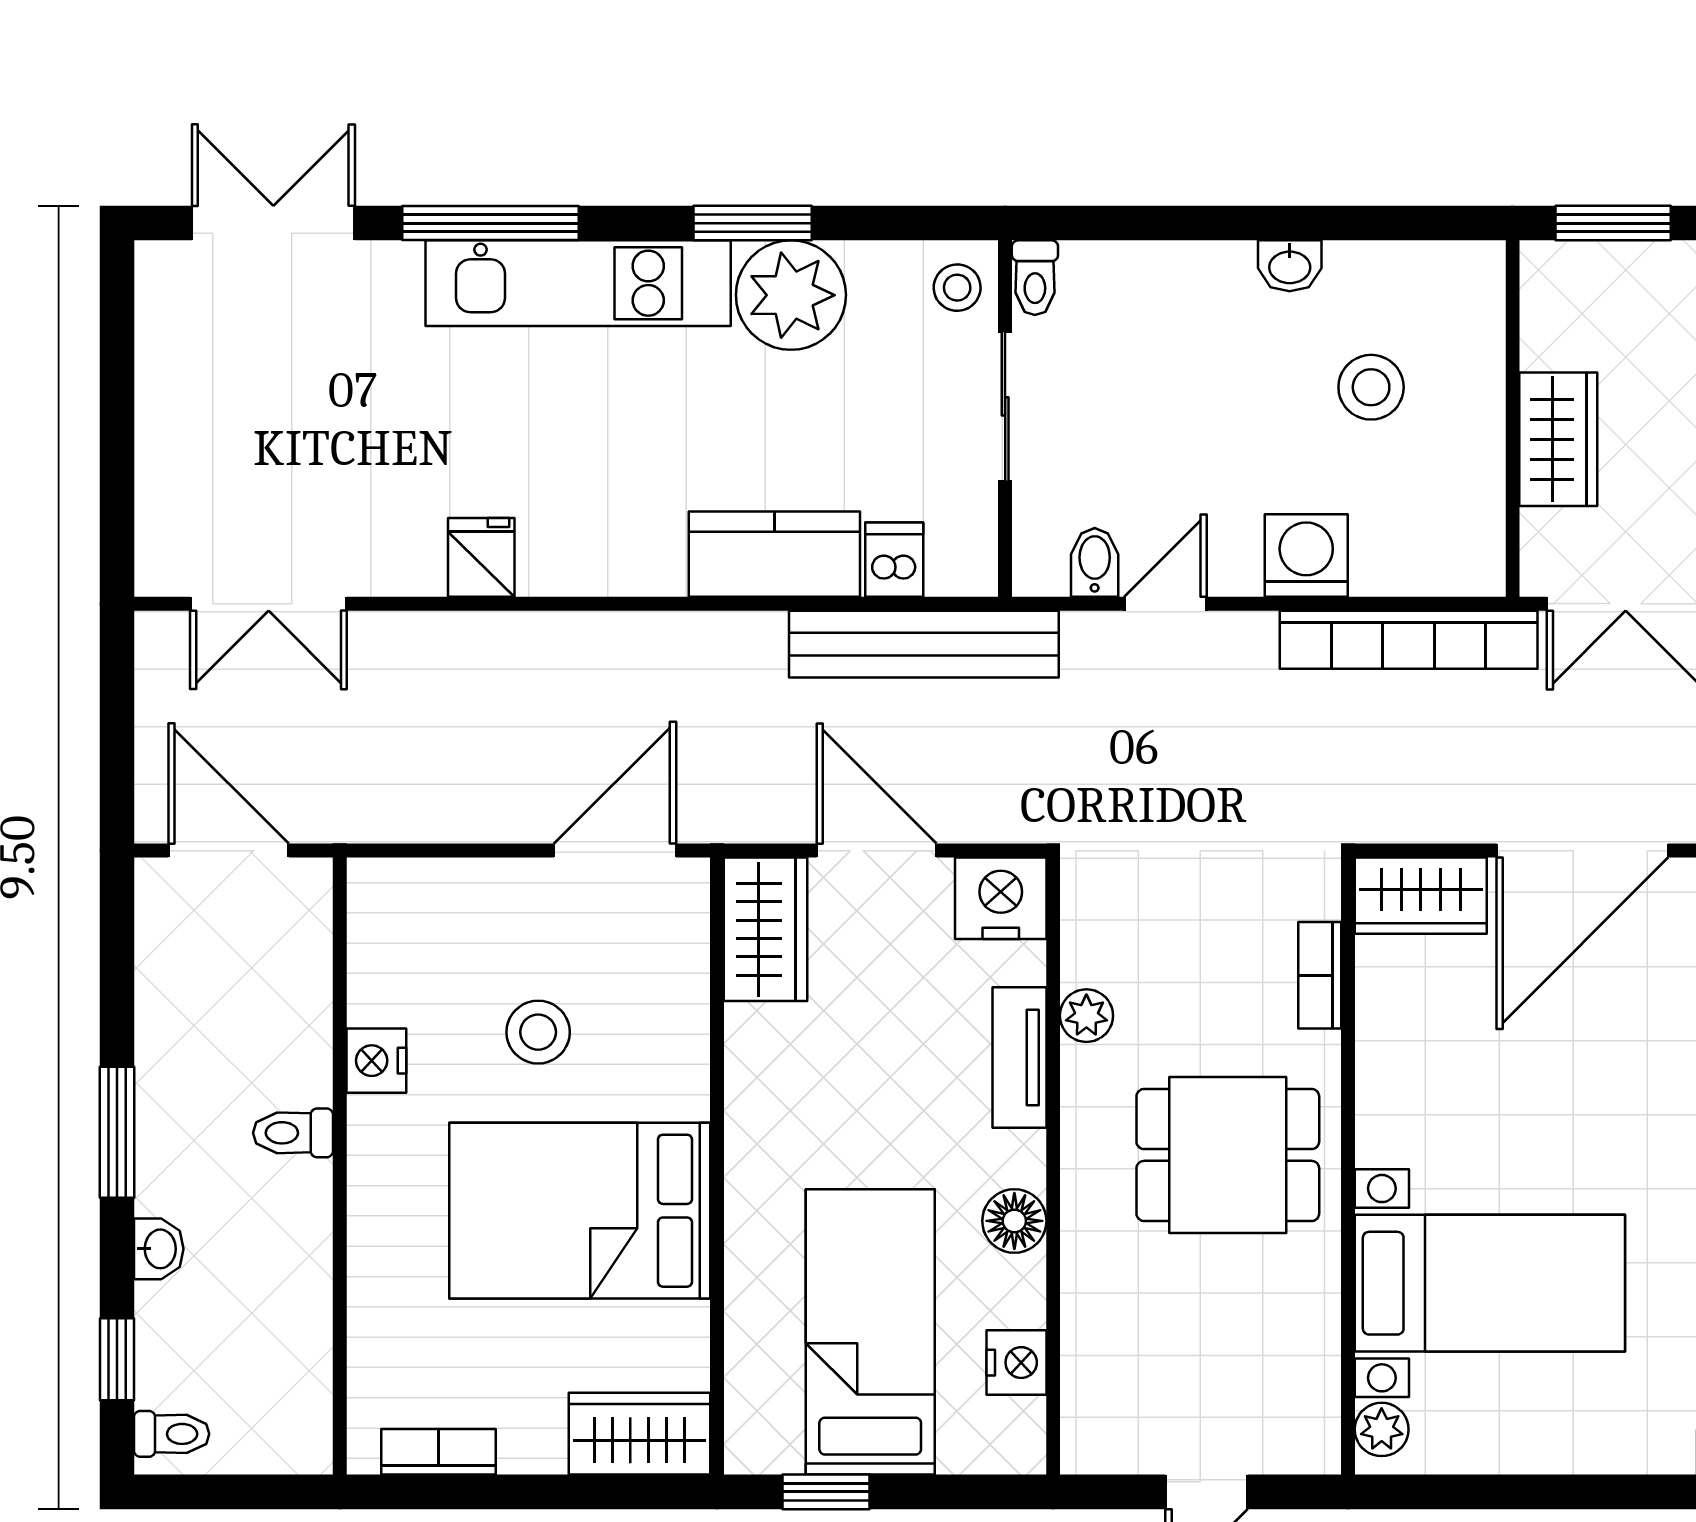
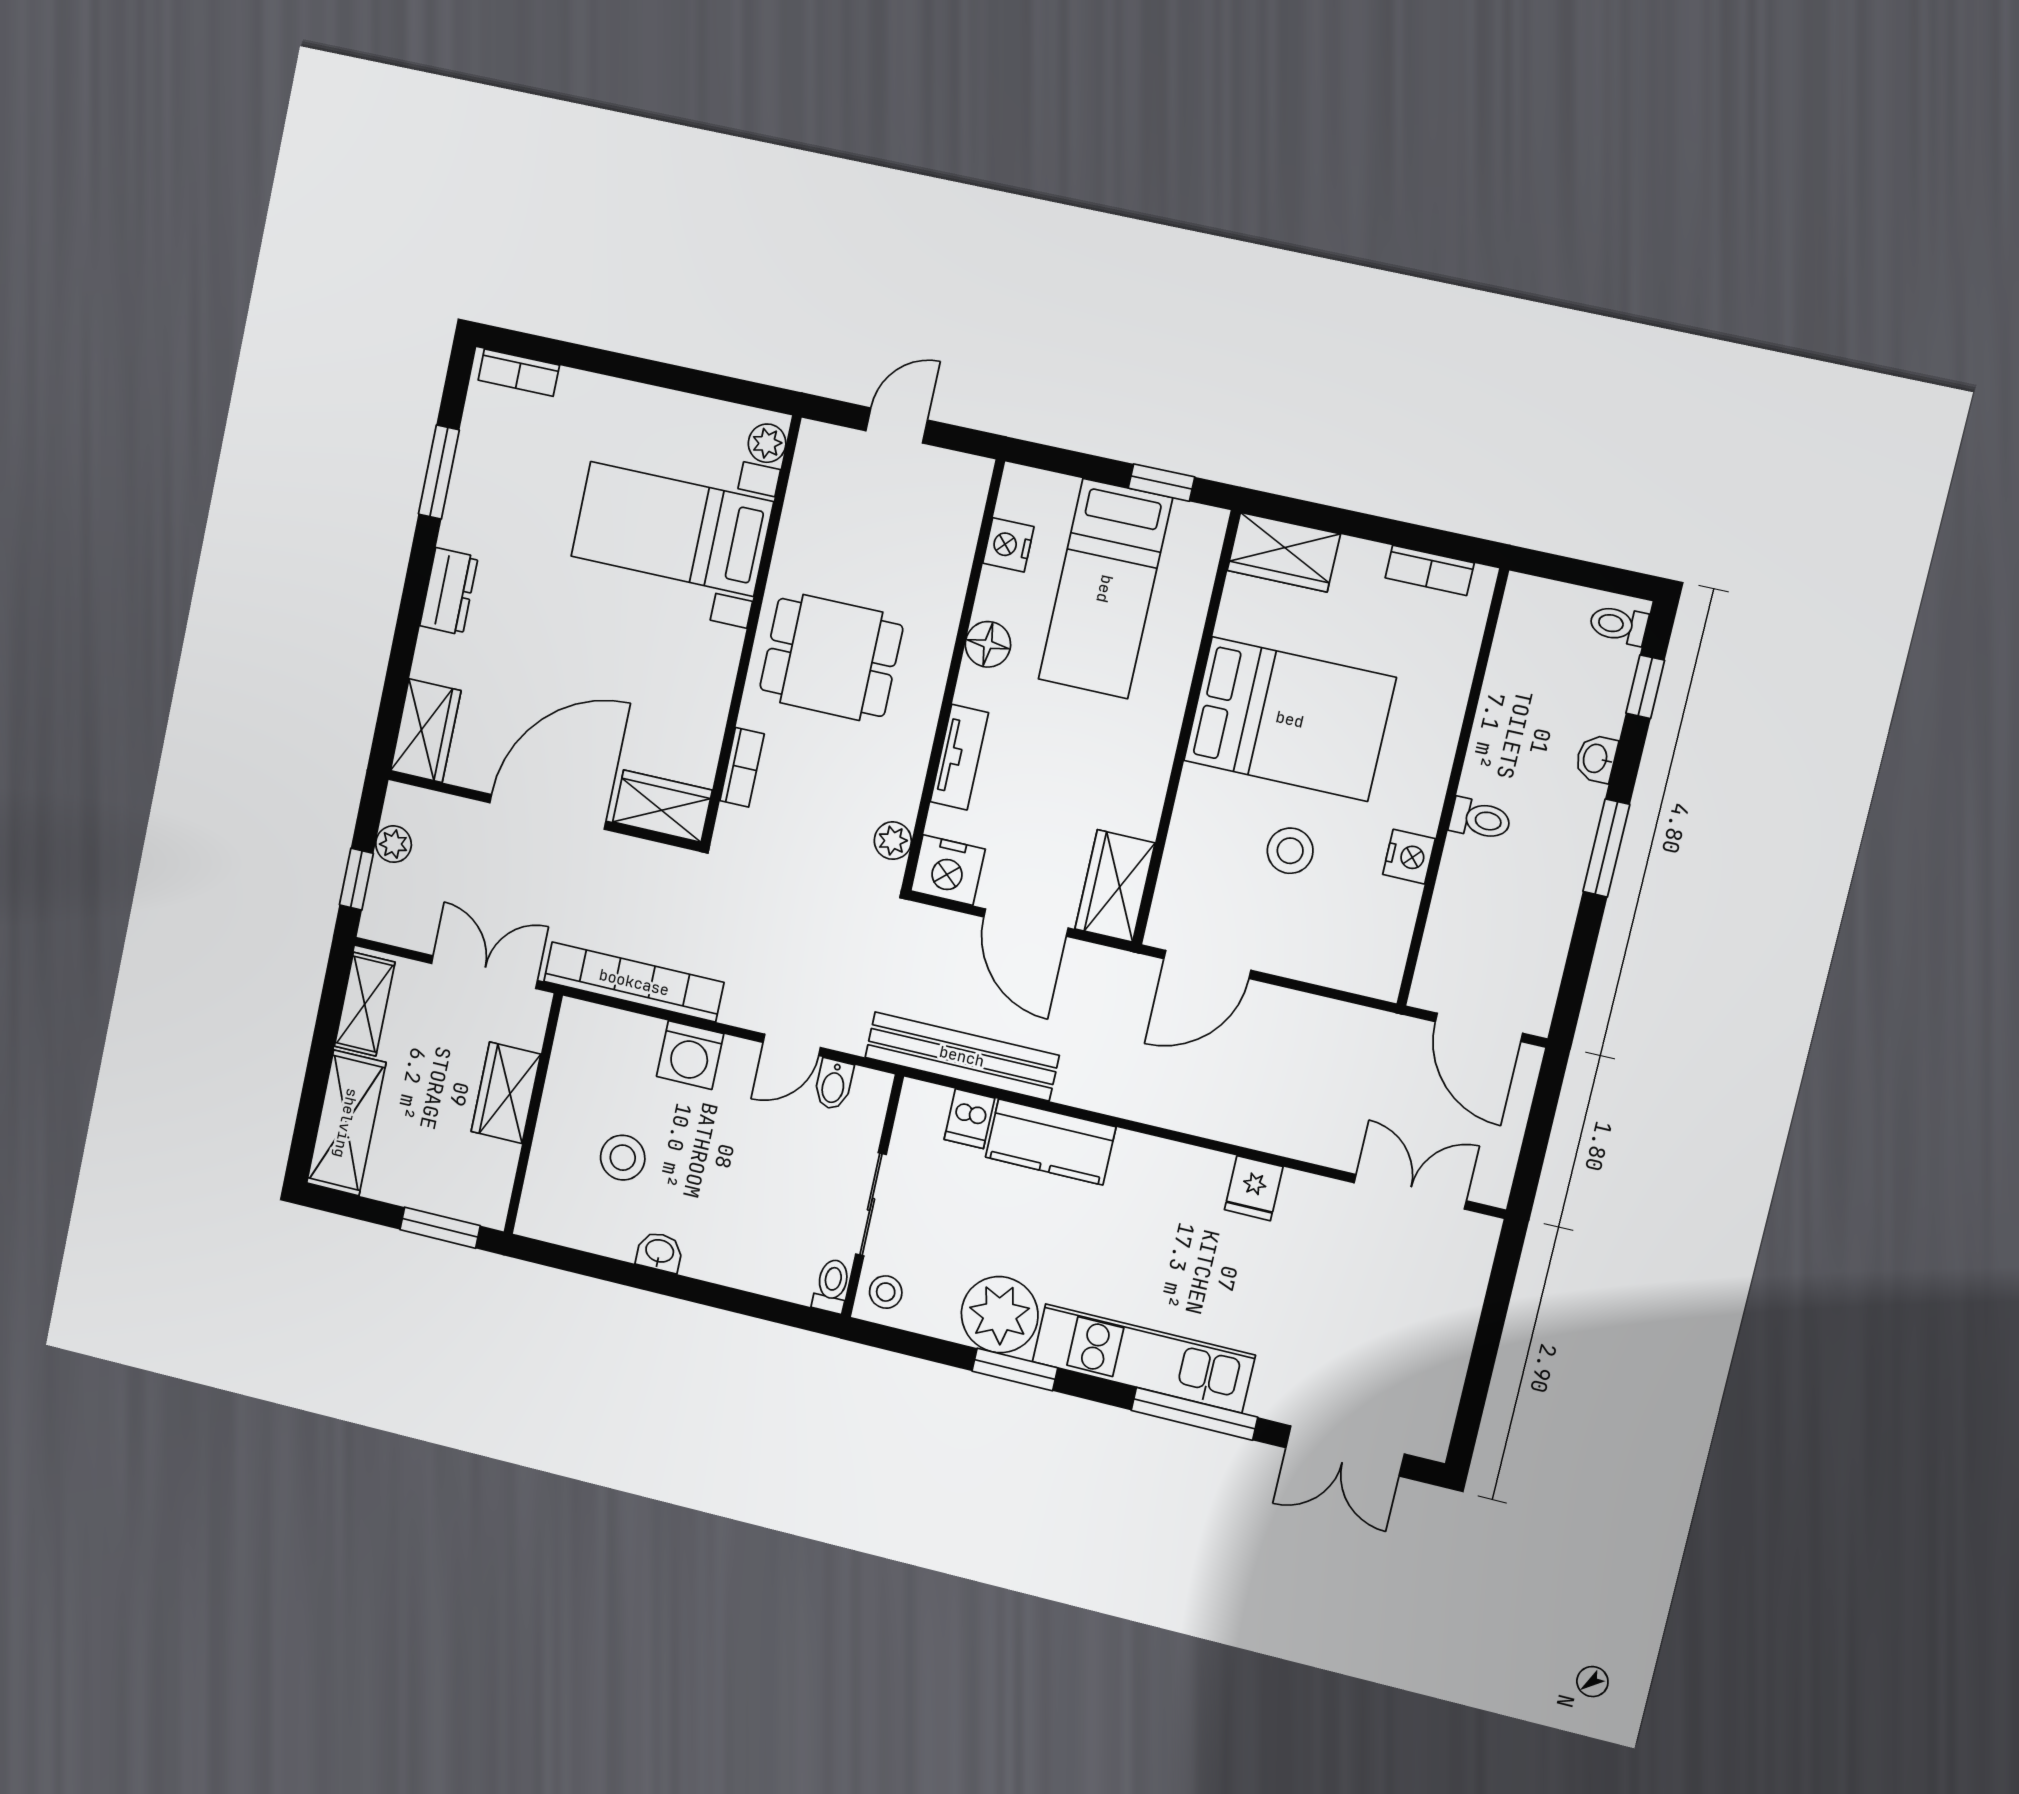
plant: (1086, 1016) -> (893, 841), moved

